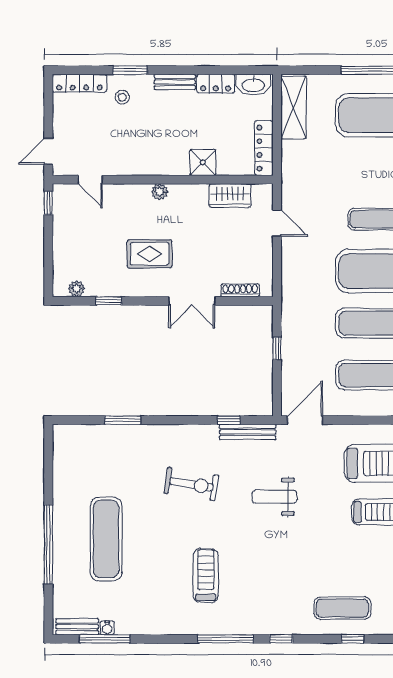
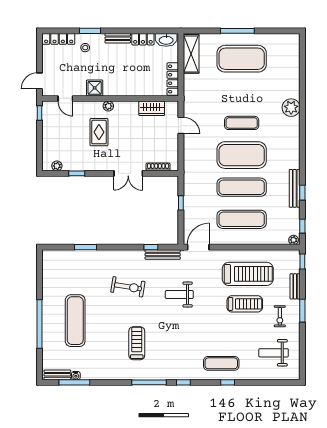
shower: (203, 162) -> (95, 88), moved
rug: (150, 254) -> (99, 132), moved, turned 90

